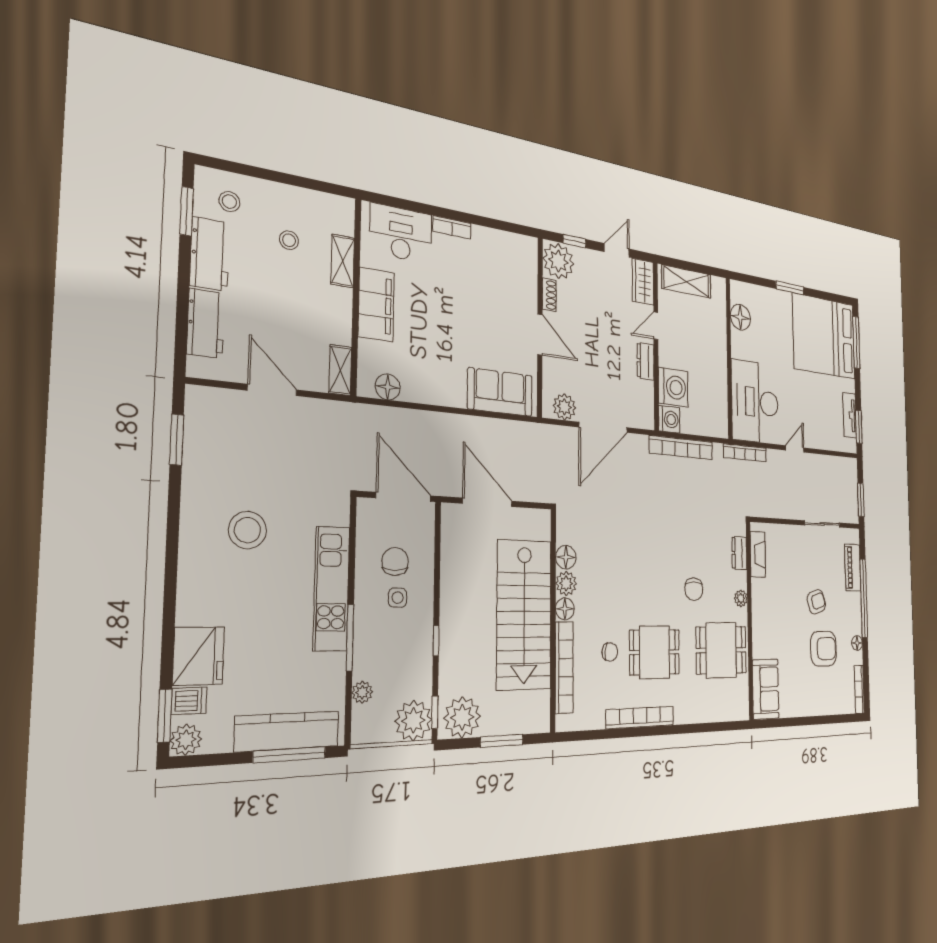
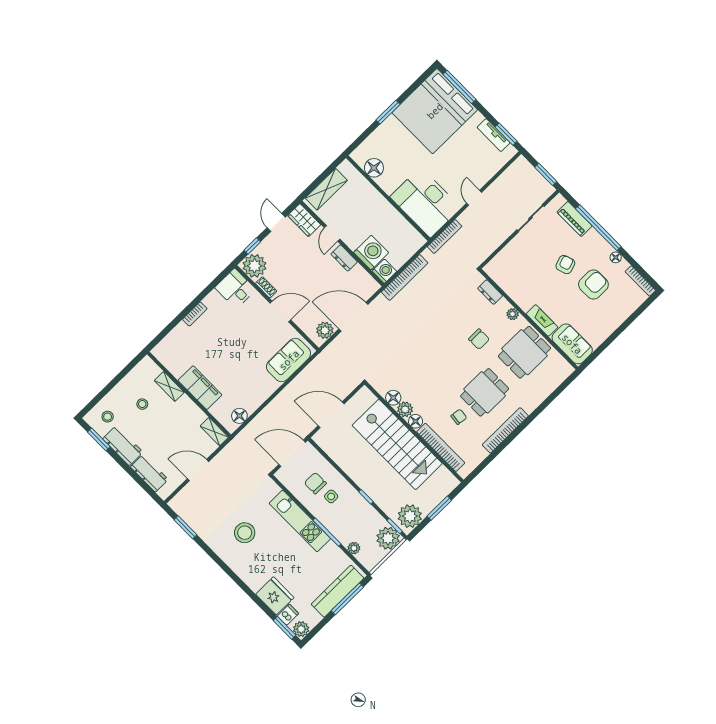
desk: (401, 233) -> (235, 289), moved, width x0.73
door: (603, 427) -> (353, 317), swing flipped
fireplace: (758, 554) -> (542, 320), moved

